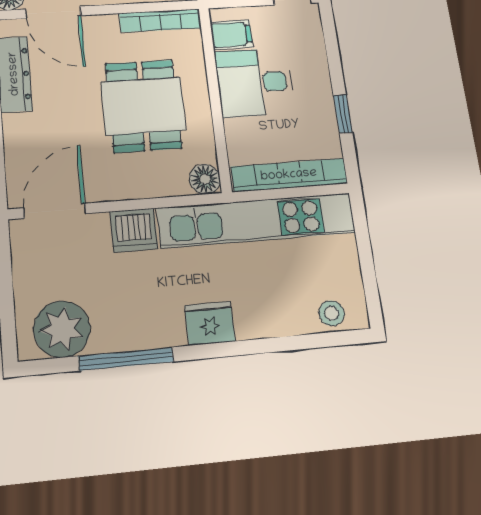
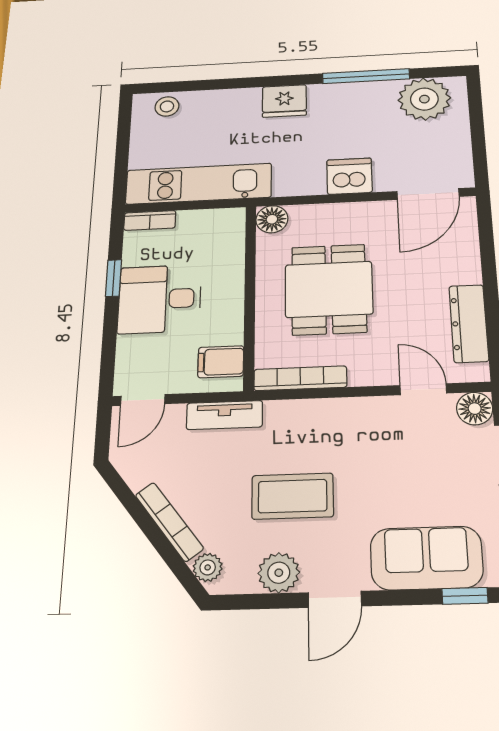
door: (53, 12) -> (423, 389), width x0.73
desk: (255, 83) -> (159, 299), moved, turned 180
bookcase: (289, 175) -> (150, 220), width x0.43, depth x0.76
kitchen unit: (257, 220) -> (199, 184), width x0.73

